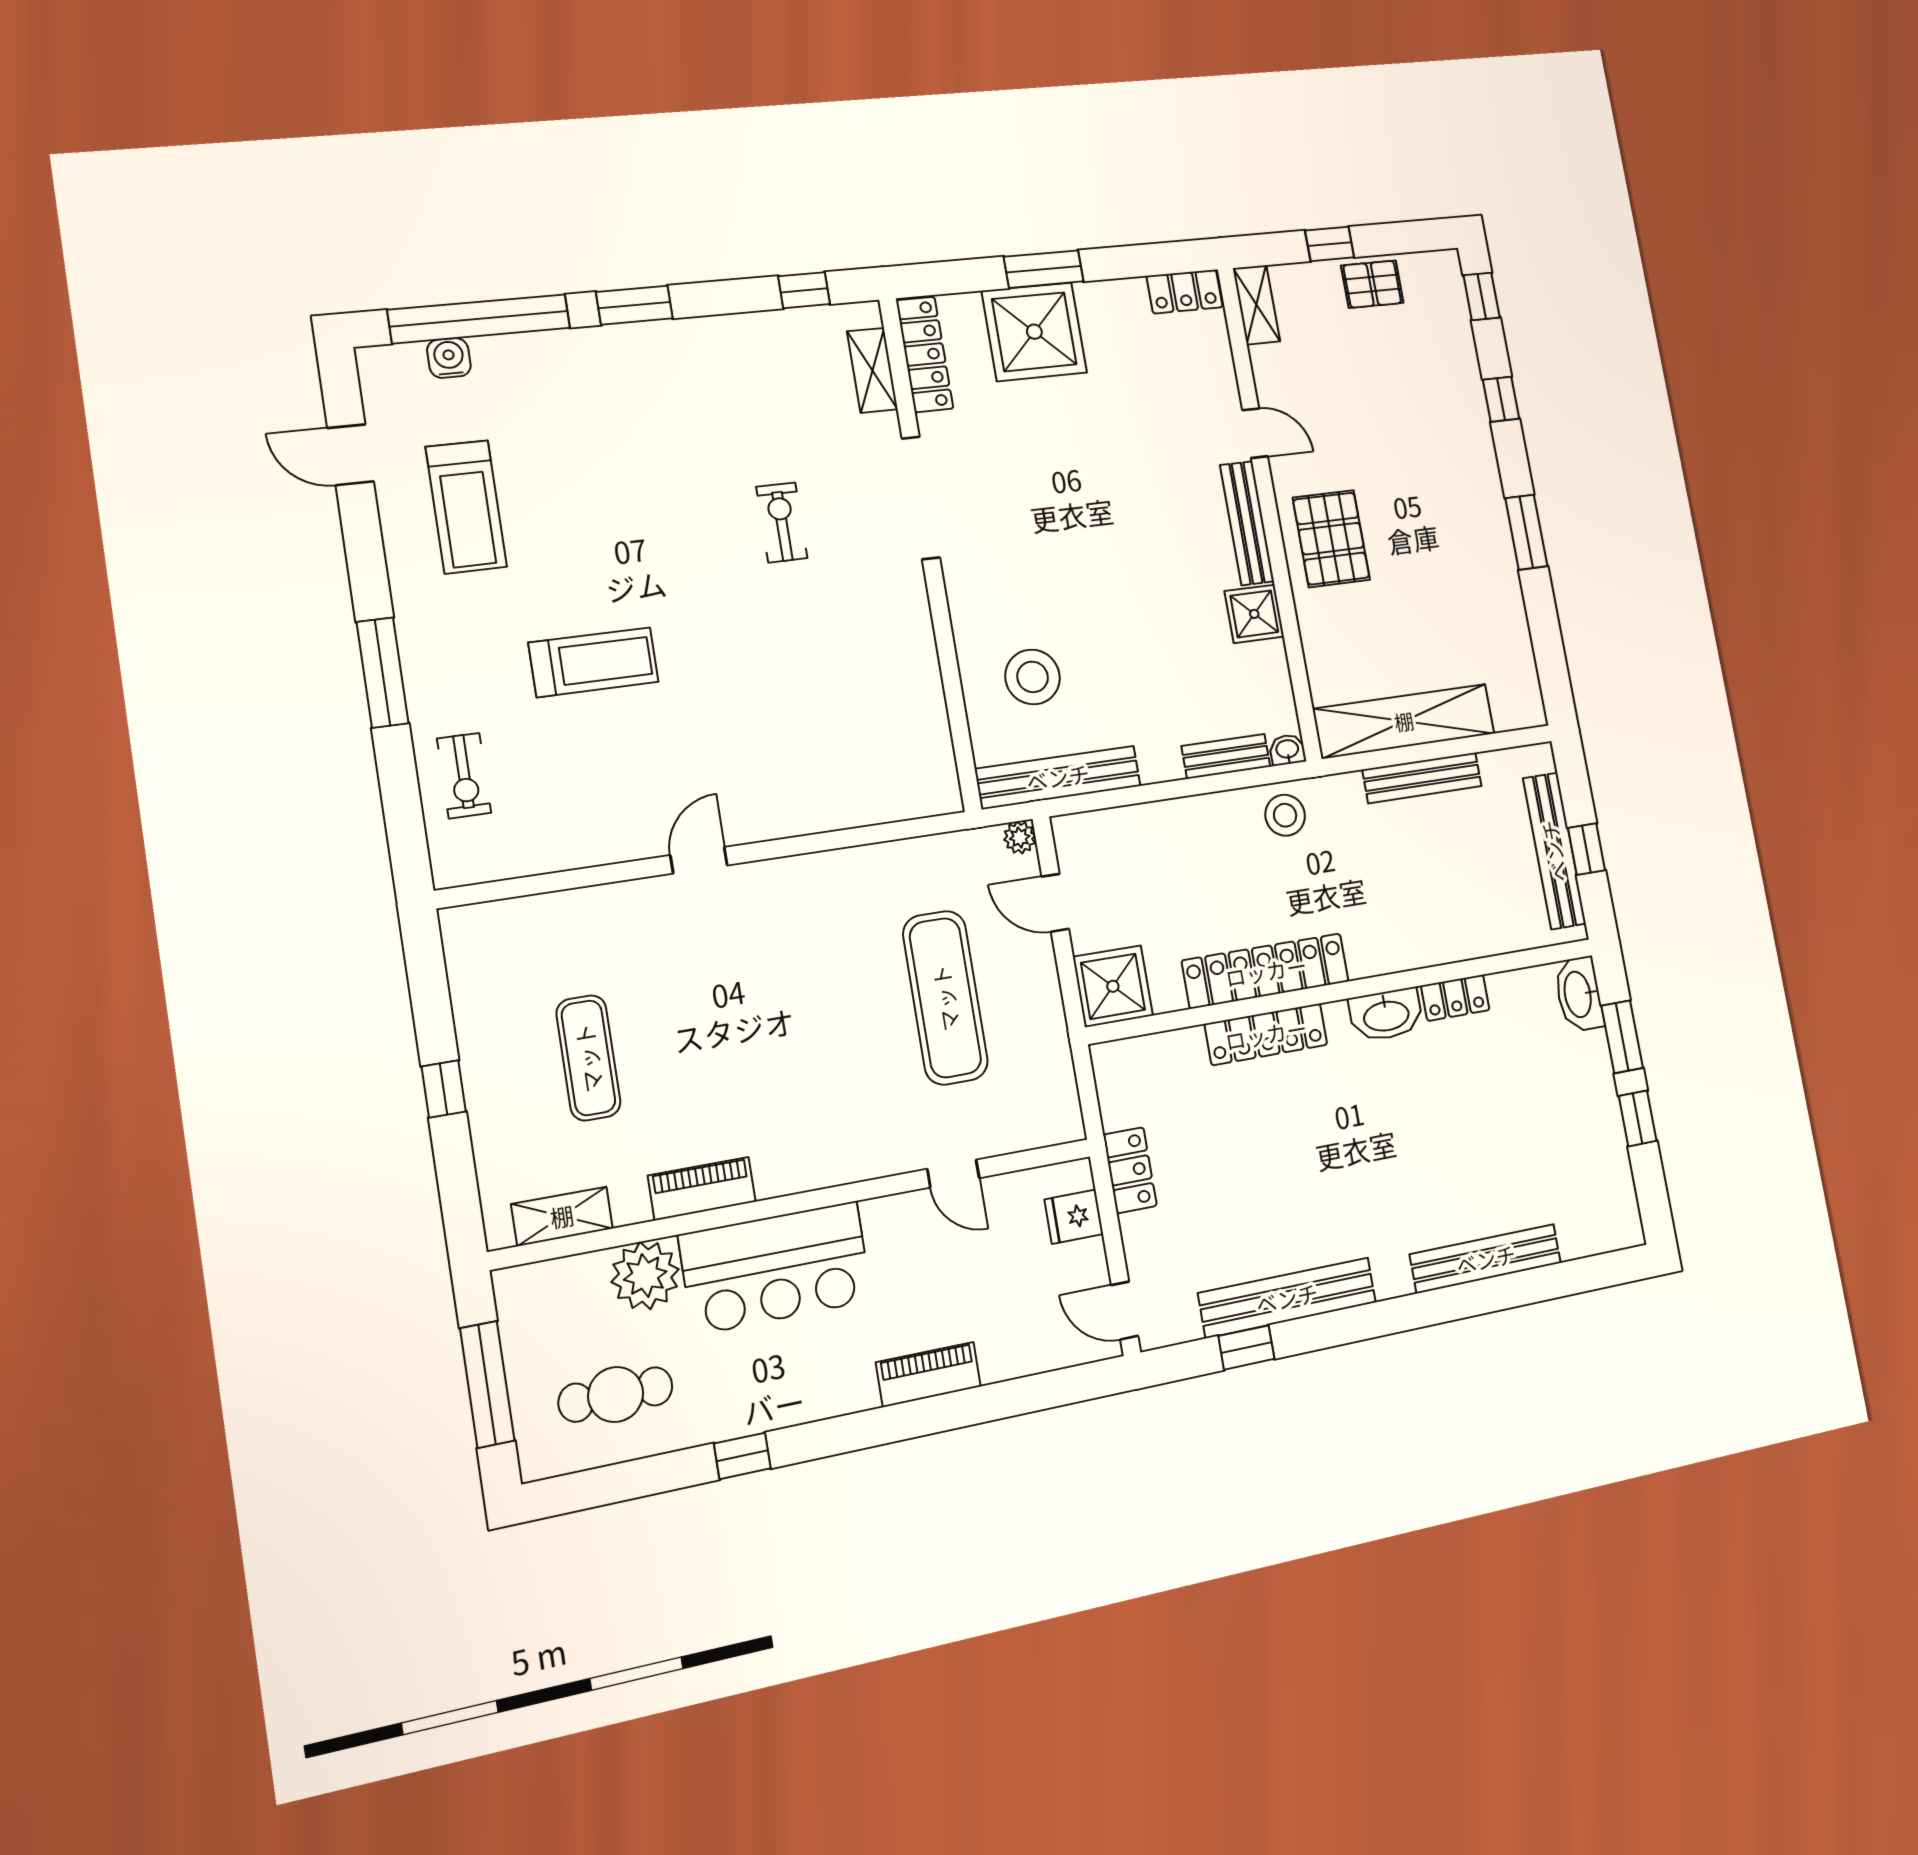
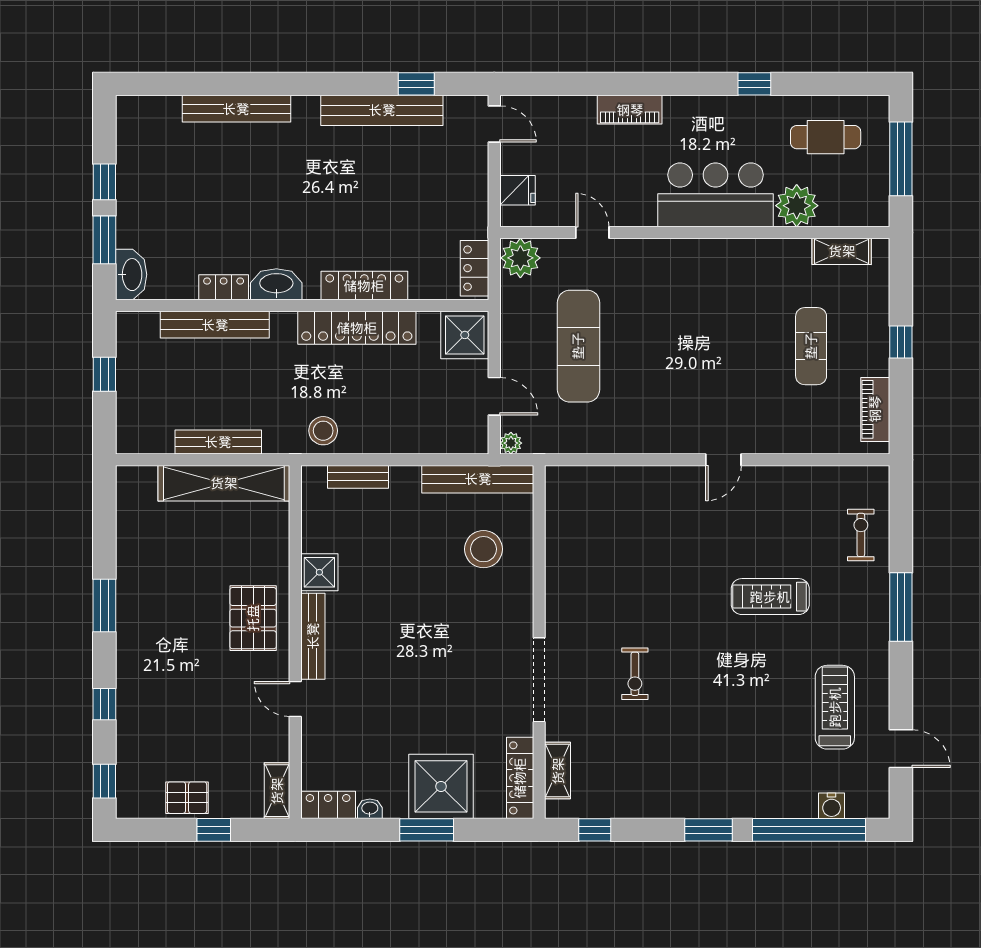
washbasin: (1287, 750) -> (370, 809), moved, turned 180
bench: (1554, 851) -> (215, 325), moved, turned 90
plant: (1052, 1115) -> (520, 258), added
locker: (1130, 1170) -> (475, 268), moved
piano: (702, 1189) -> (875, 409), moved, turned 90

